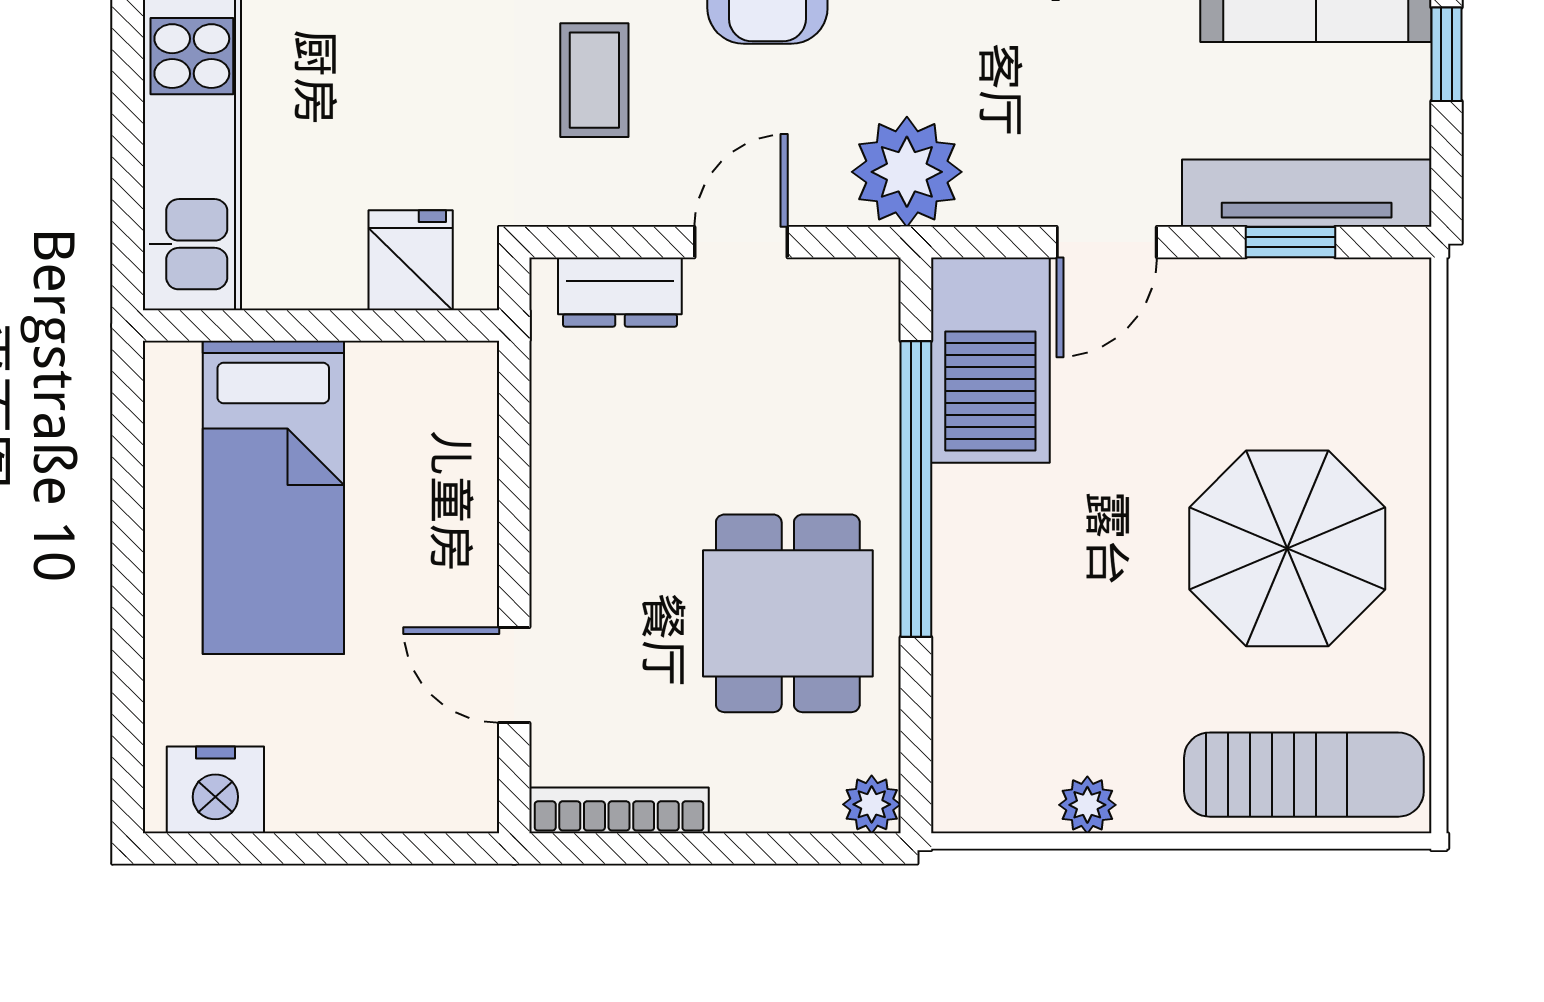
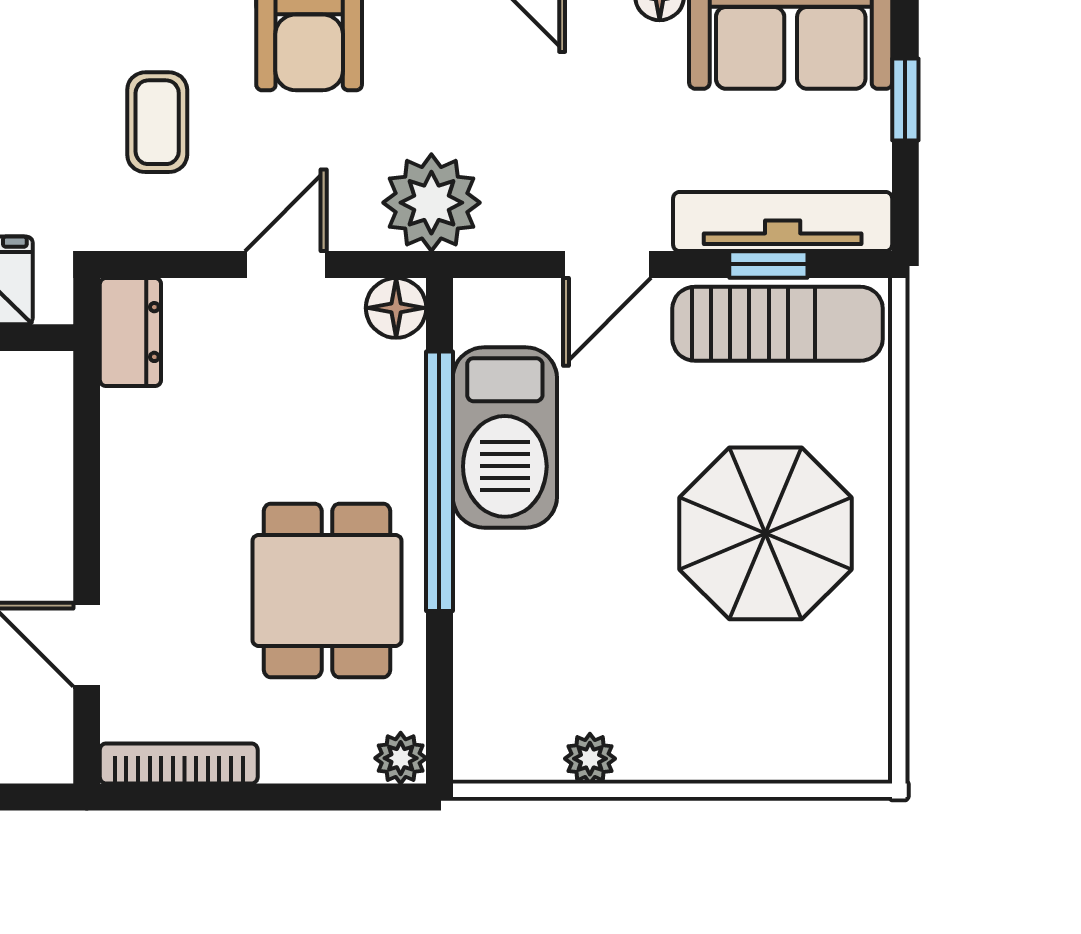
dresser: (620, 292) -> (130, 332), moved, turned -90
floor lamp: (866, 292) -> (396, 308), added
barbecue: (990, 360) -> (505, 437), moved
sun lounger: (1304, 775) -> (778, 324), moved

